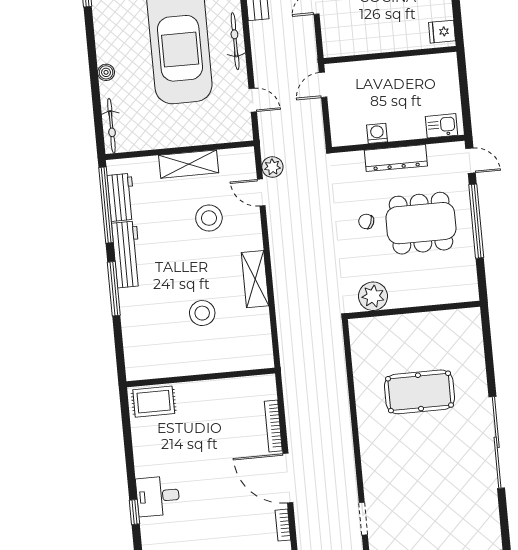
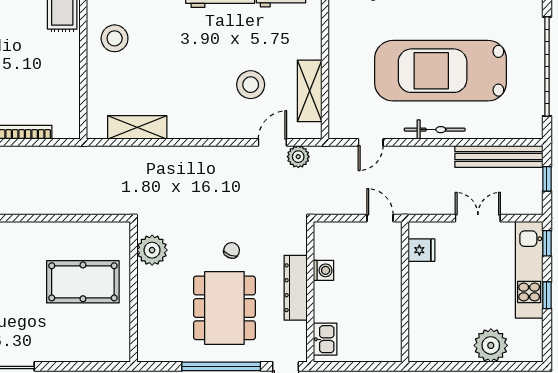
fridge: (442, 32) -> (421, 250), moved, turned 90
shelving: (189, 164) -> (310, 91), moved
shelving: (255, 279) -> (137, 127), moved
stool: (202, 313) -> (115, 38), moved
pool table: (419, 392) -> (83, 282), moved, turned 90

